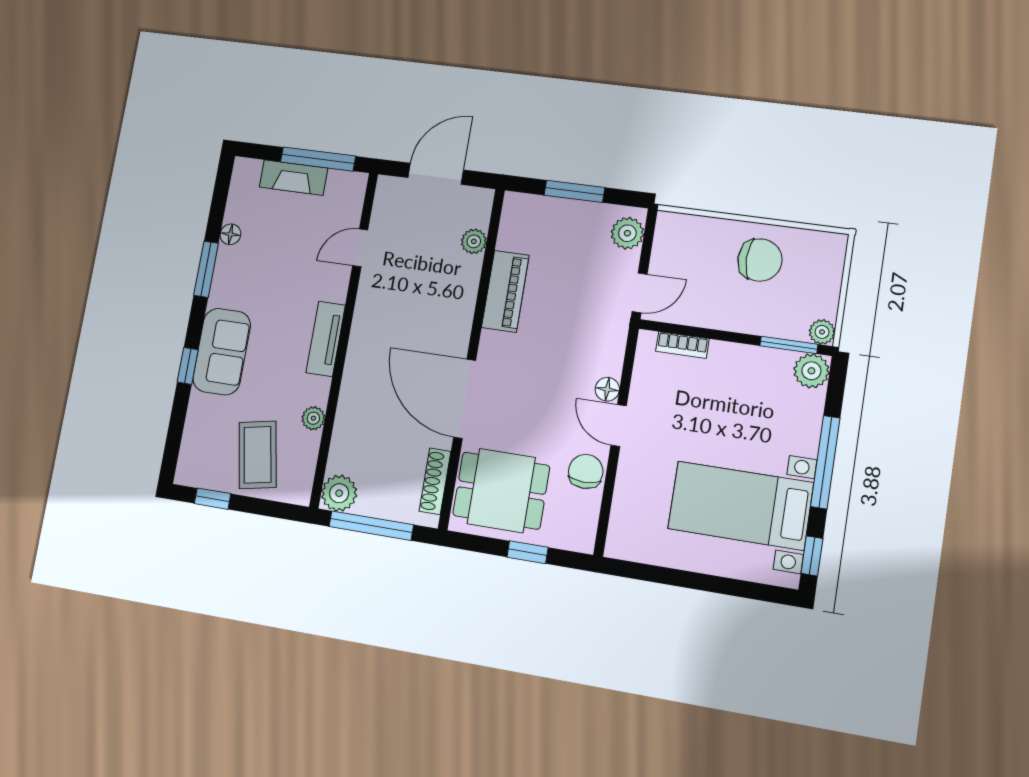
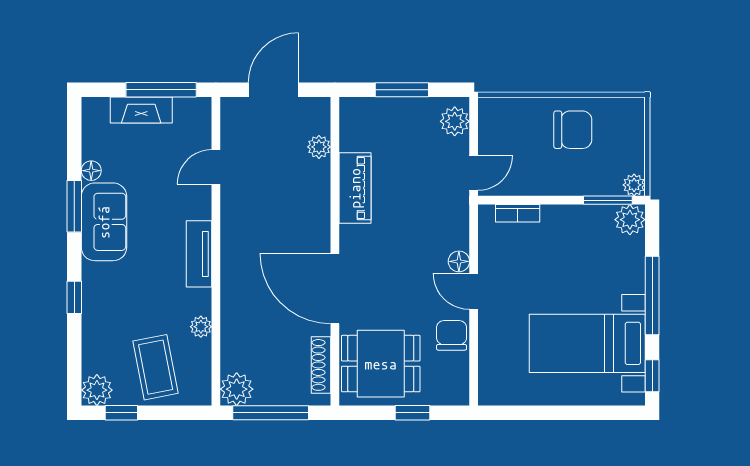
sofa: (222, 352) -> (104, 222), moved
plant: (192, 470) -> (97, 390), added

